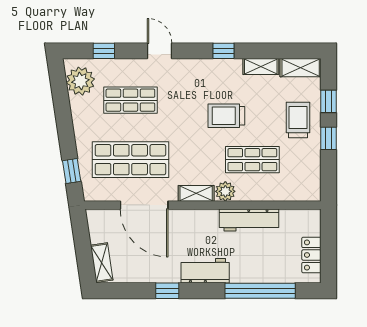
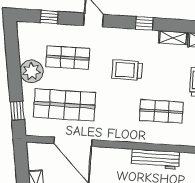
plant: (80, 81) -> (32, 71), moved
trolley: (226, 116) -> (127, 70), moved
plant: (225, 191) -> (138, 135), removed
shelving: (196, 193) -> (115, 135), removed

